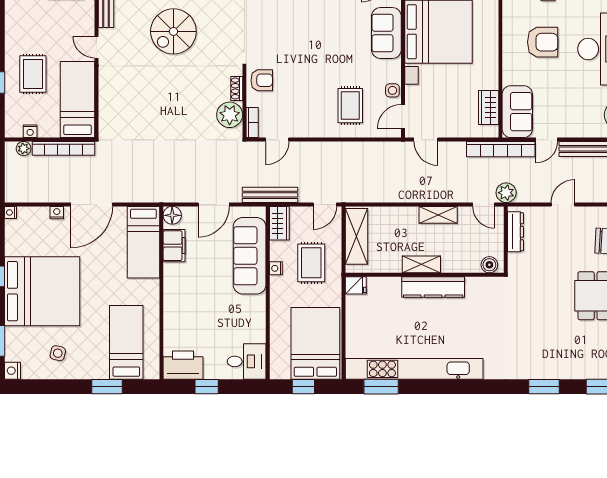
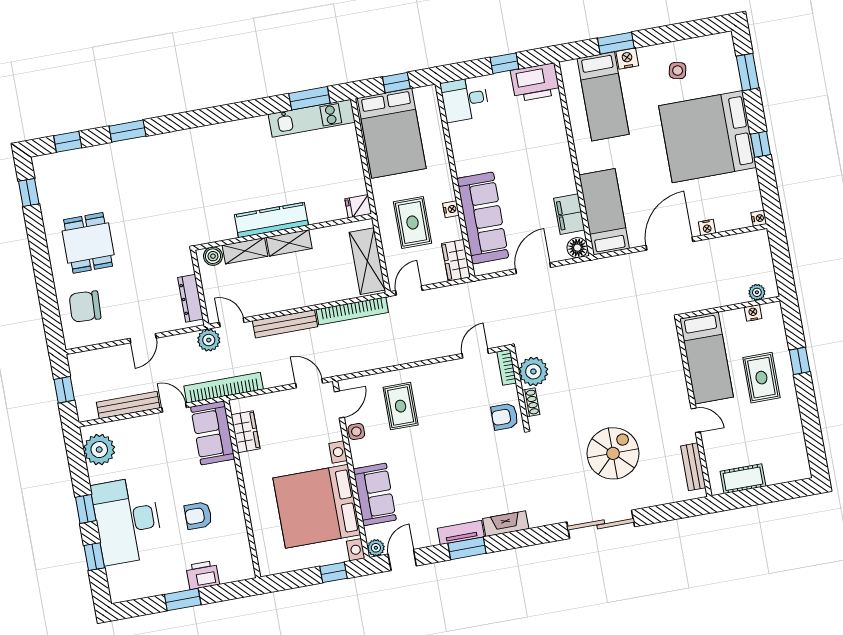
armchair: (543, 42) -> (198, 516), width x0.72, depth x0.72
door: (547, 140) -> (174, 408), hinge flipped
bookcase: (63, 148) -> (352, 311), moved, turned 180
bench: (270, 195) -> (285, 324), moved
shelving: (438, 215) -> (245, 251), moved
kitchen unit: (414, 369) -> (312, 118), width x0.54
nightstand: (13, 371) -> (627, 59), moved, turned -90

